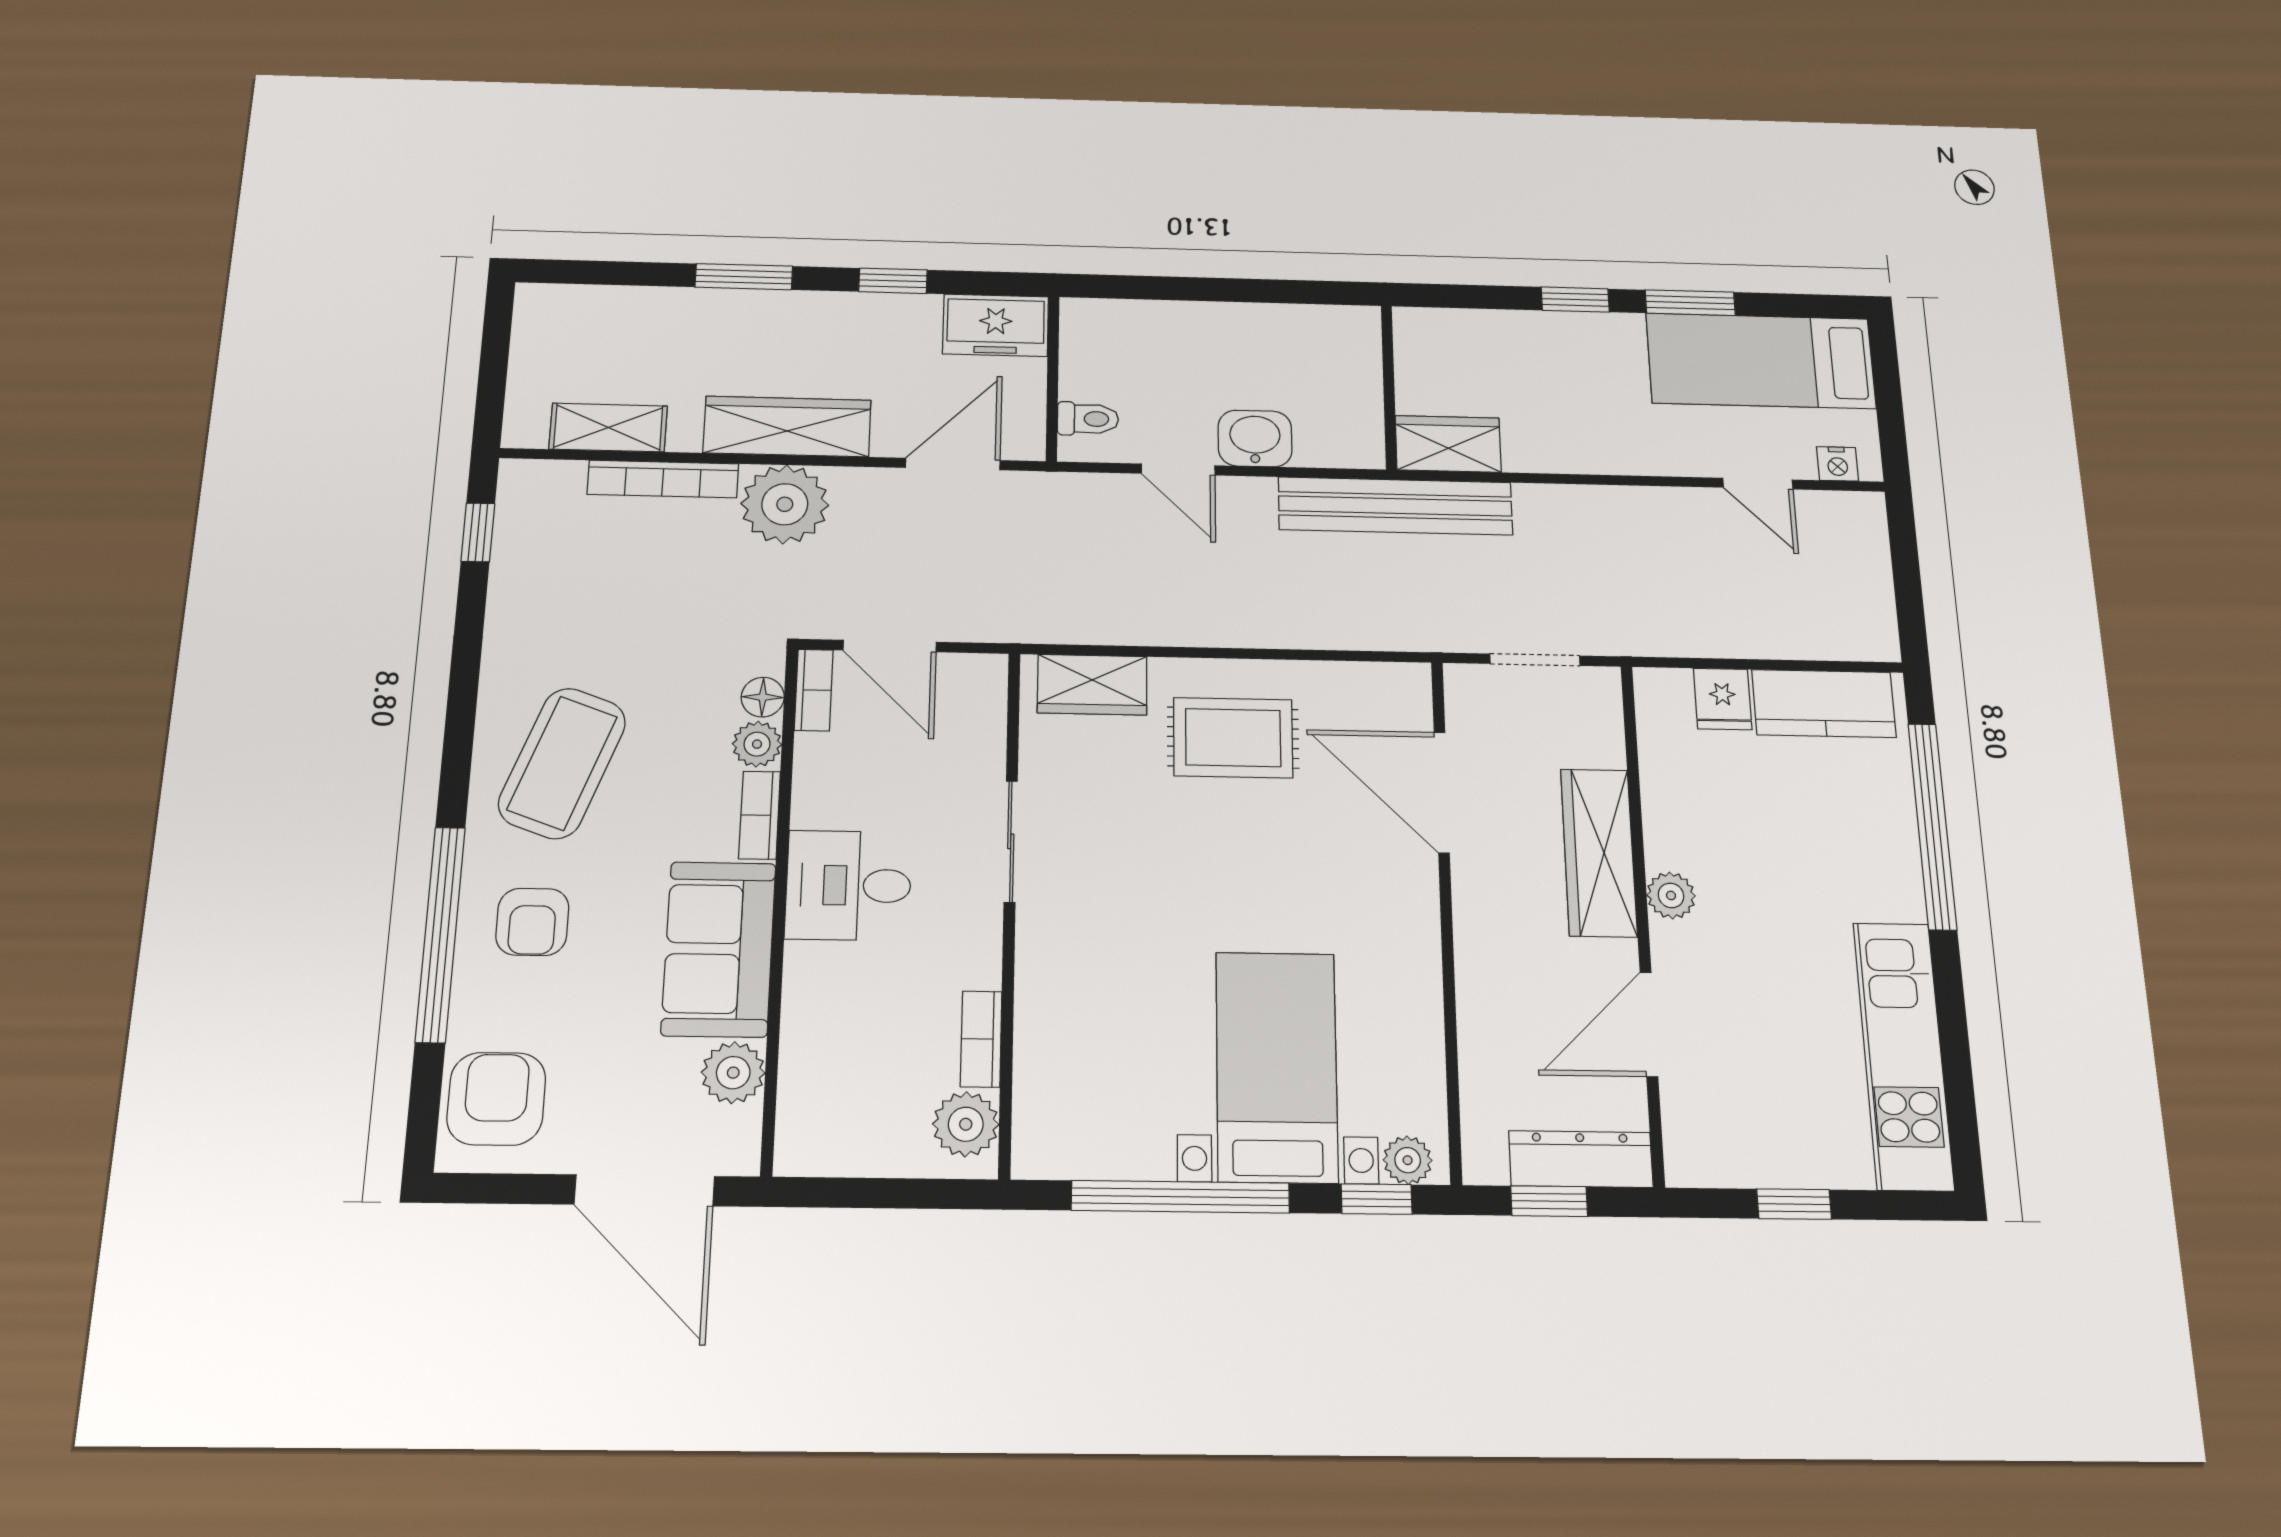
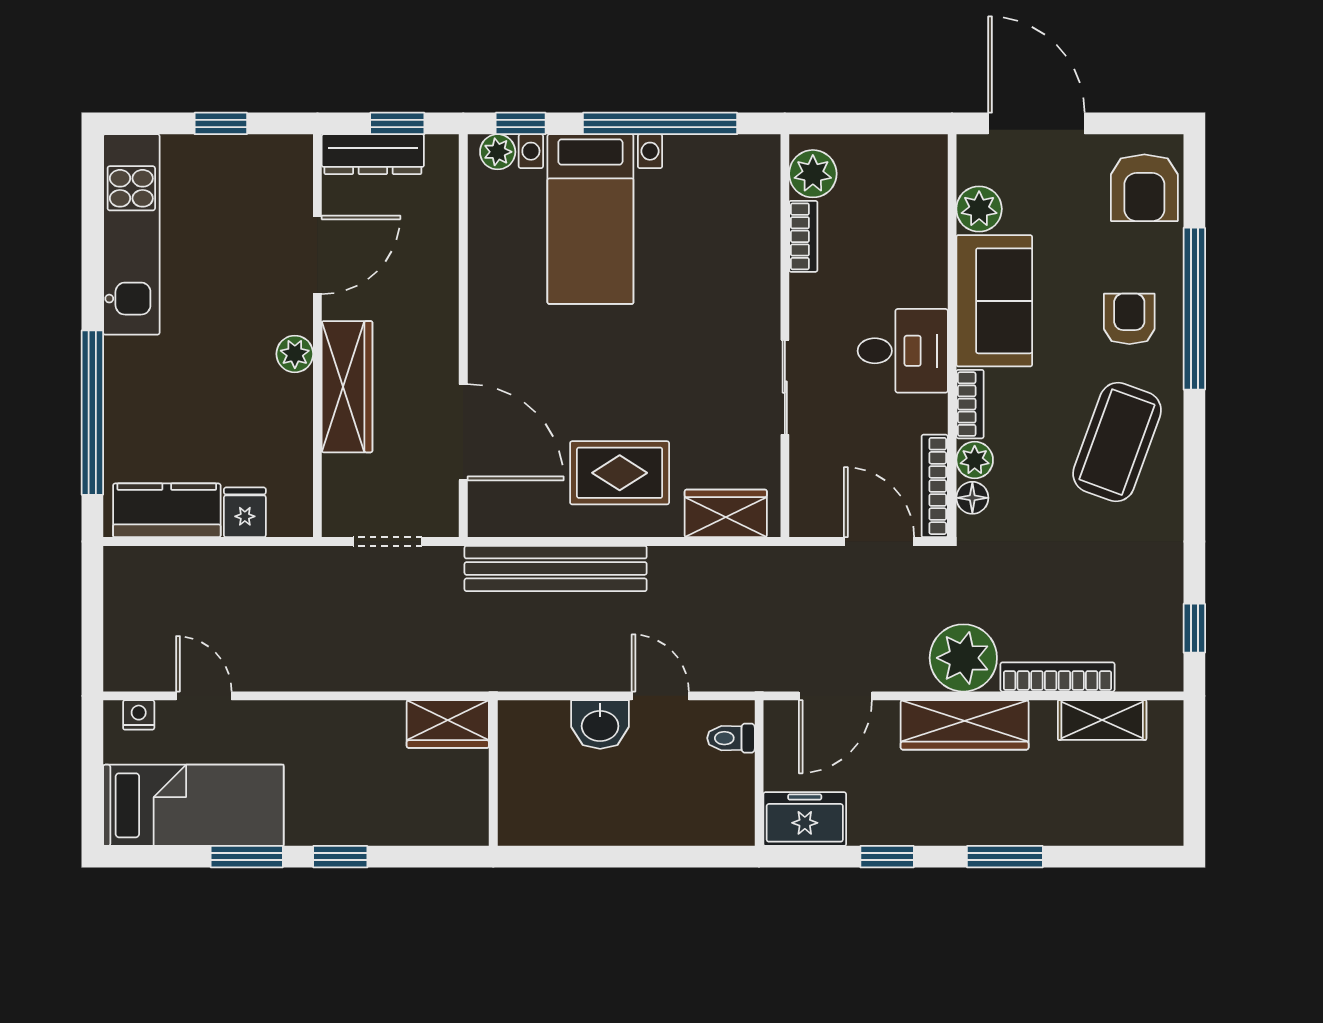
bench: (1395, 506) -> (556, 568), moved
bookcase: (814, 690) -> (935, 486), width x1.56

